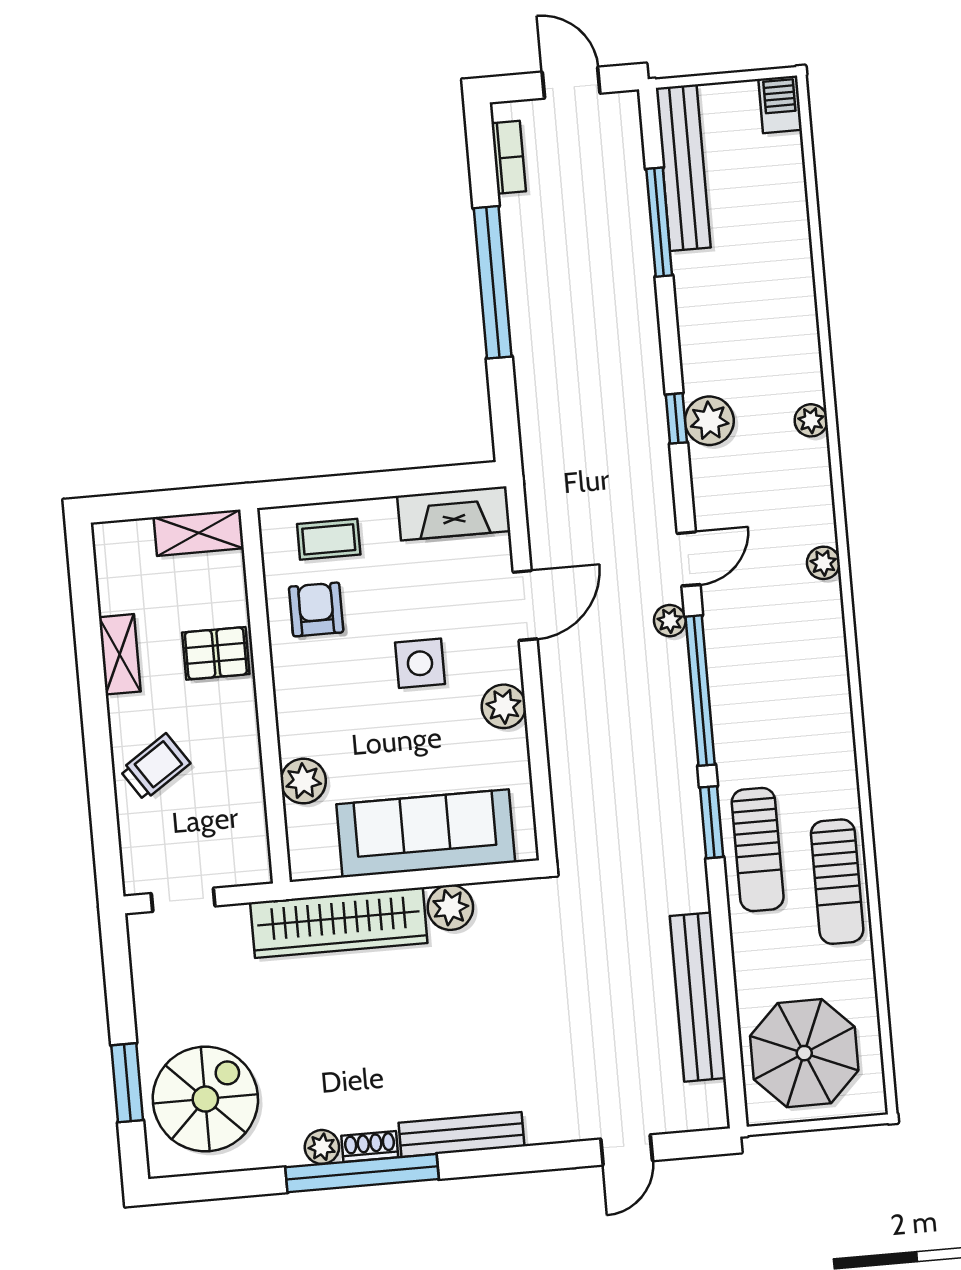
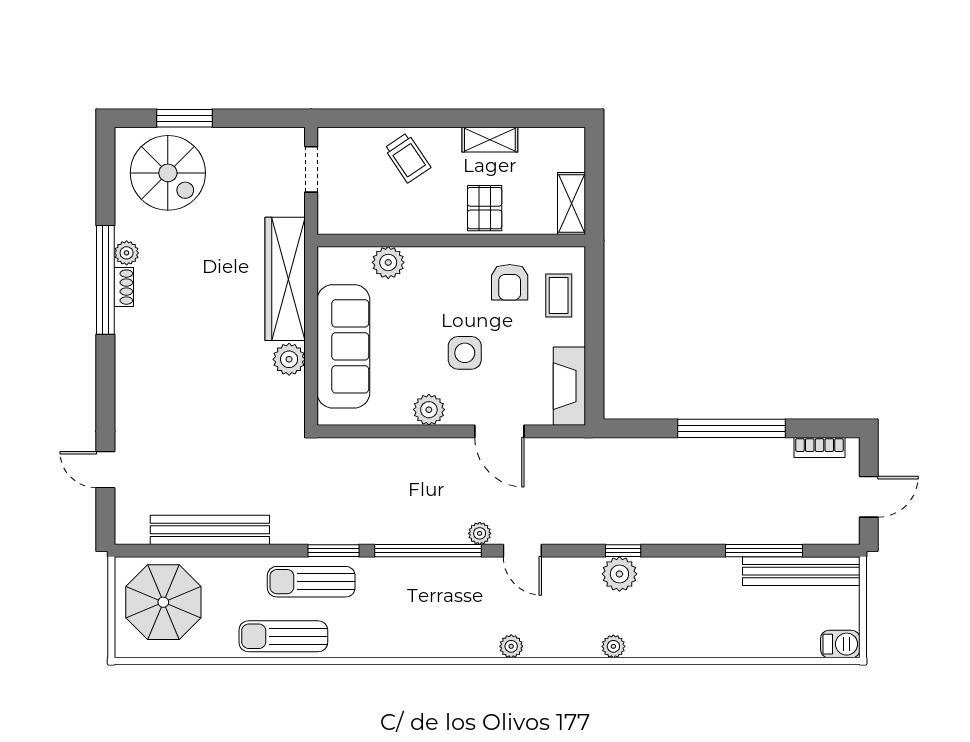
armchair: (316, 609) -> (510, 282), turned 90
bench: (461, 1135) -> (127, 353), removed

